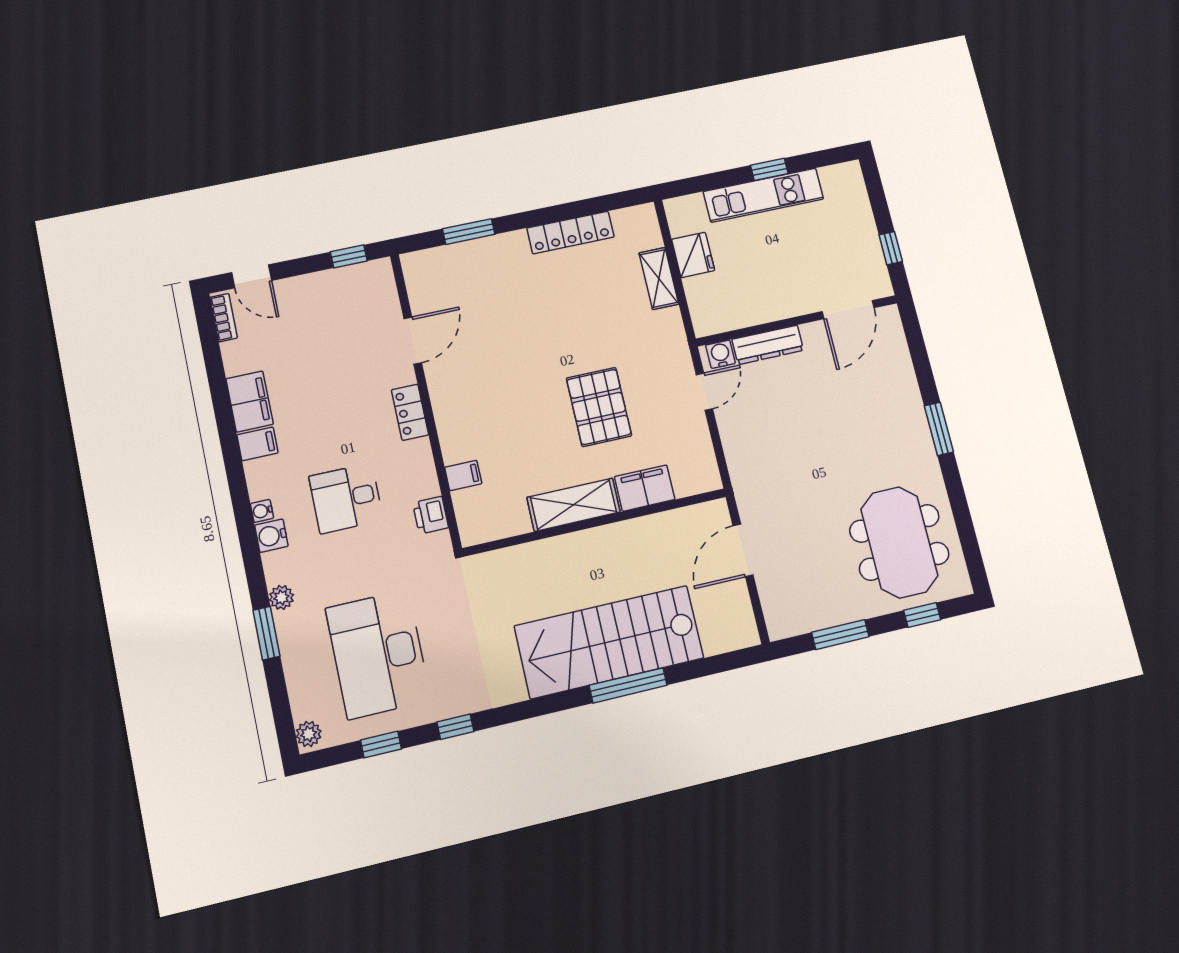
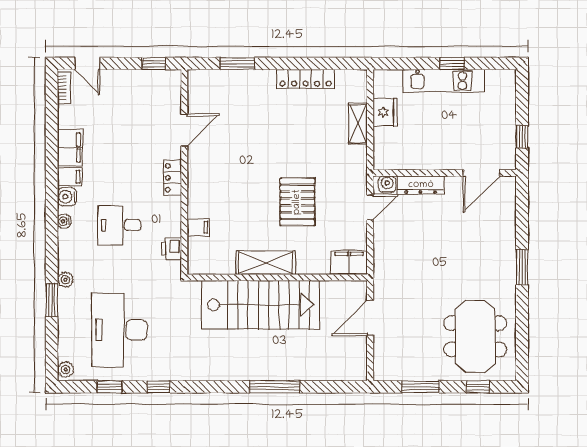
filing cabinet: (645, 488) -> (349, 262), moved
water cooler: (271, 536) -> (67, 197), moved
stairs: (609, 642) -> (261, 305), moved, turned 180

